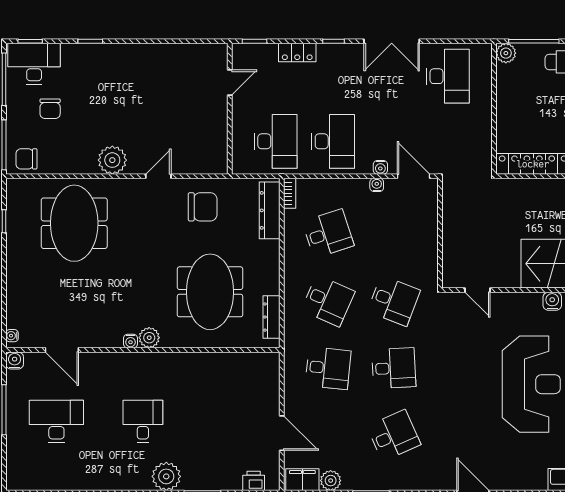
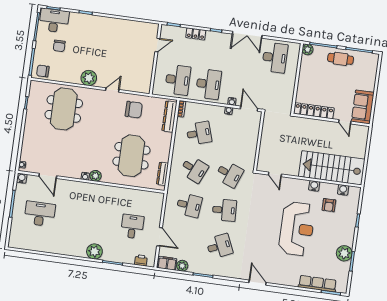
desk: (143, 421) -> (132, 227), moved

